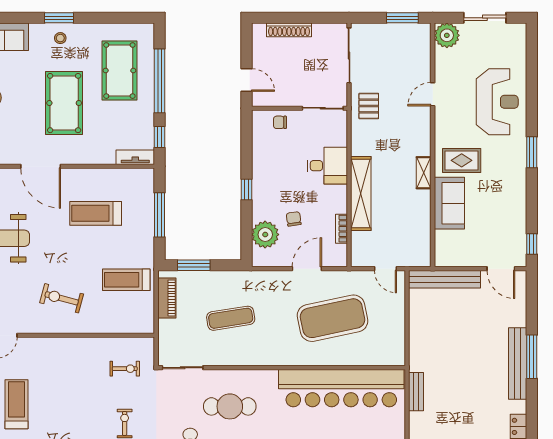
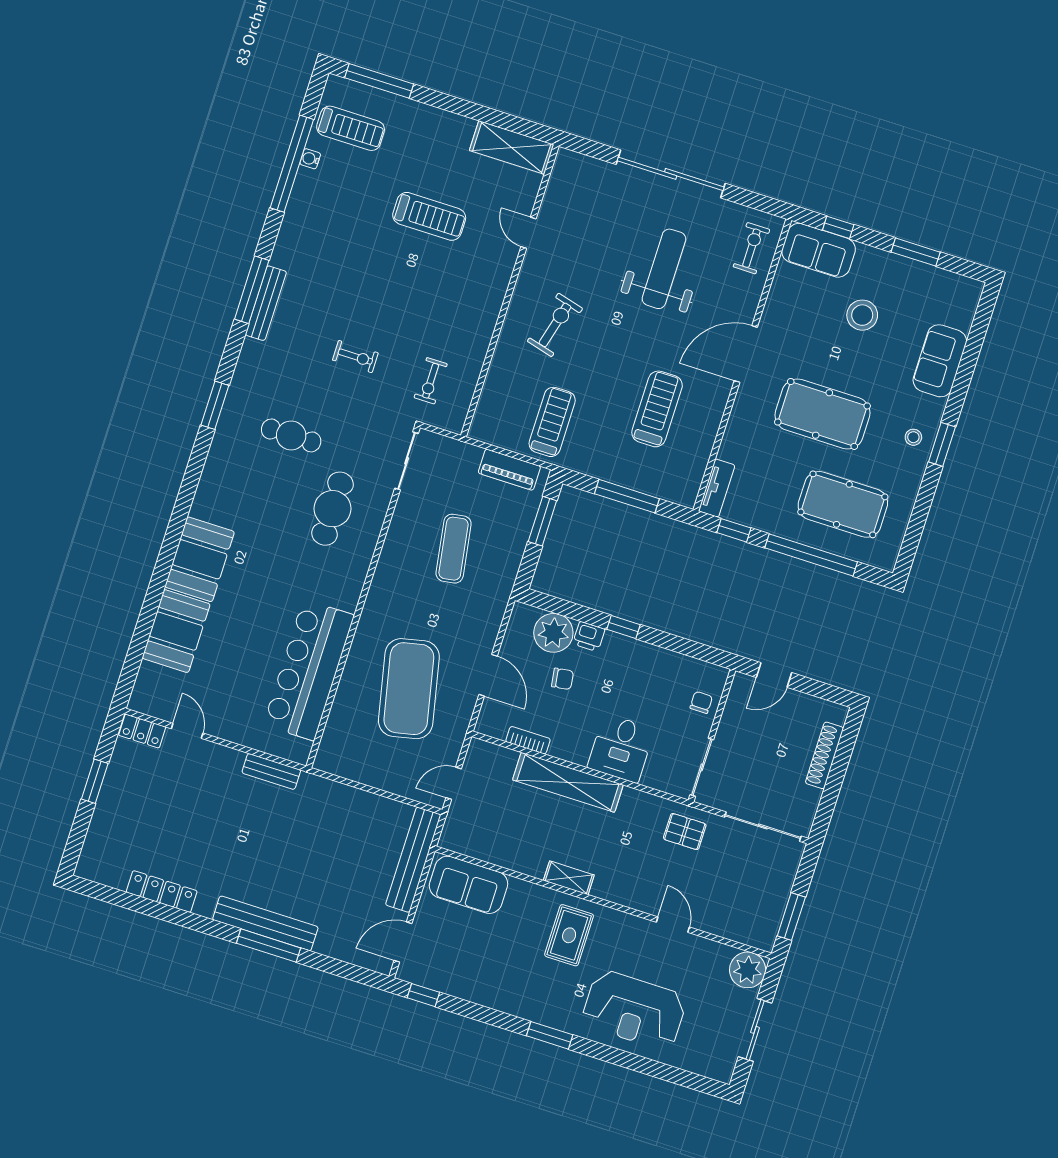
sofa: (449, 203) -> (468, 885), moved
printer: (260, 210) -> (589, 636), added
bar counter: (341, 388) -> (309, 670), width x0.73

